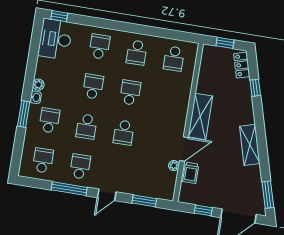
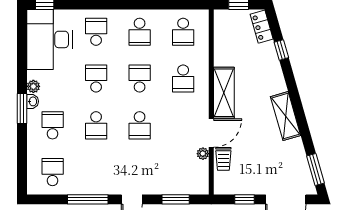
desk: (55, 39) -> (49, 39), width x1.36, depth x1.30
window: (24, 114) -> (22, 109), moved
school desk: (80, 166) -> (183, 79), moved, turned 180

